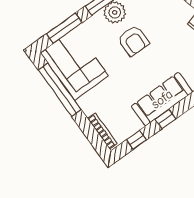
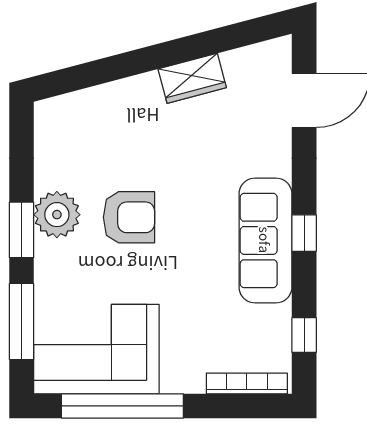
window: (165, 119) -> (304, 233), moved

